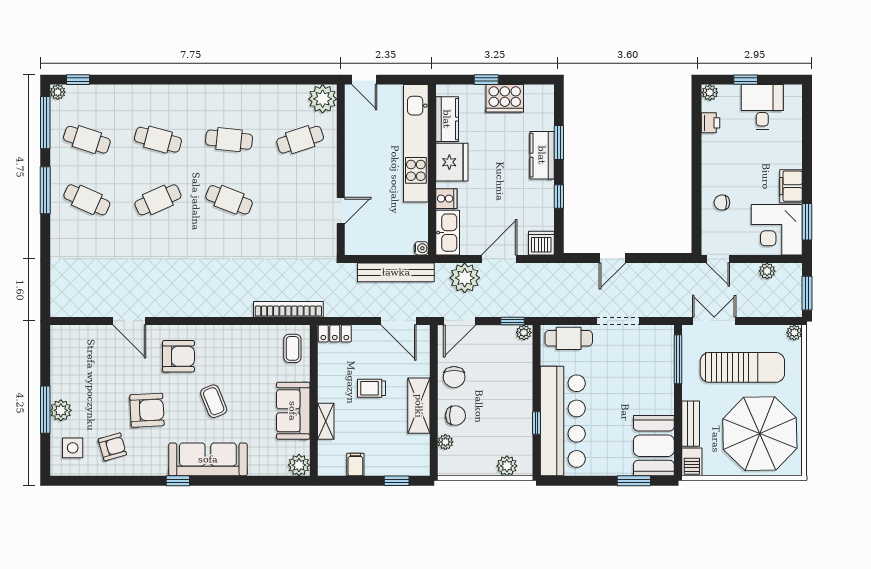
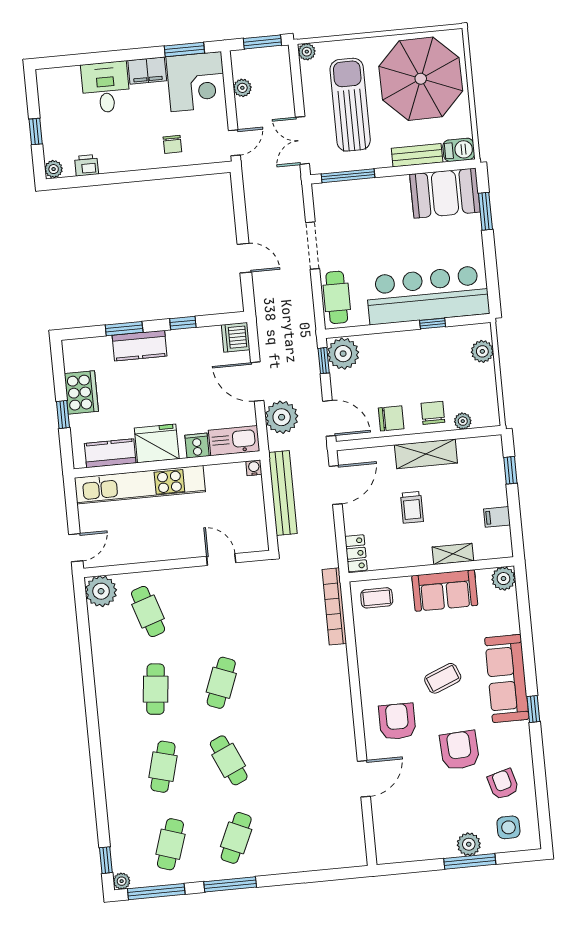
desk: (762, 107) -> (106, 87), moved, turned 90
plant: (524, 332) -> (343, 354), width x1.87, depth x1.87

